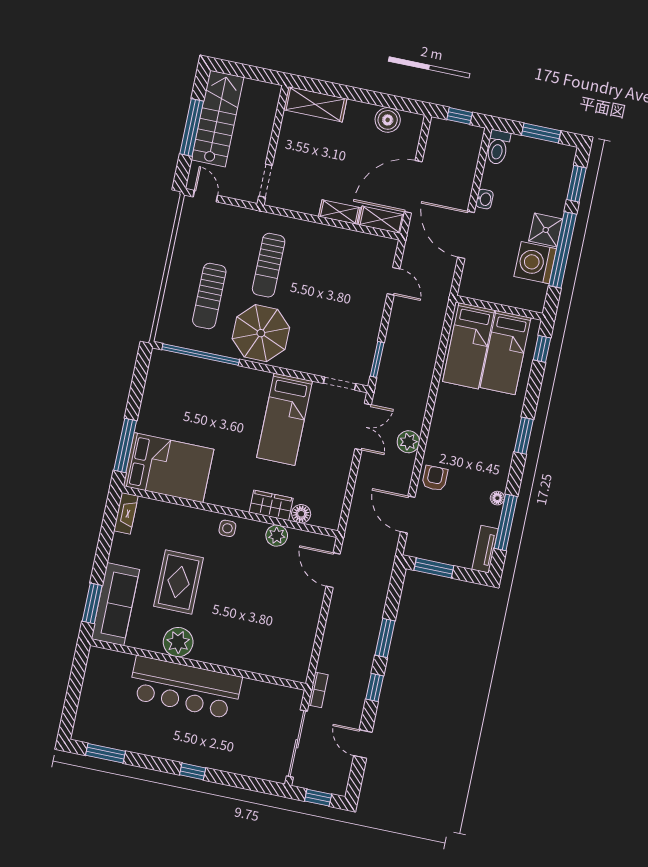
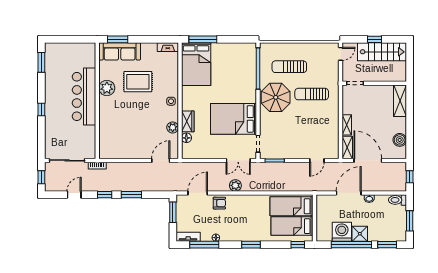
window: (192, 128) -> (375, 39), width x0.46
bed: (284, 419) -> (234, 119), width x1.50

